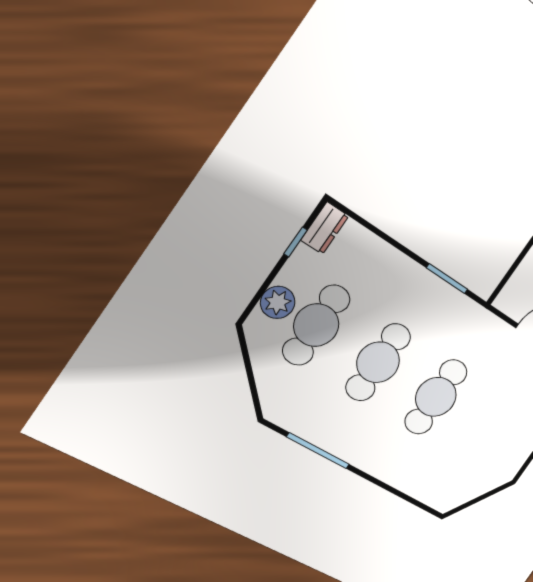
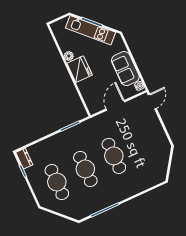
plant: (278, 302) -> (40, 190), removed

